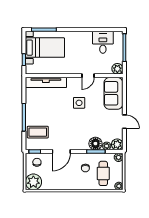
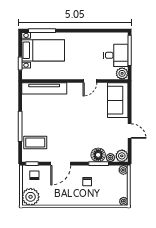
desk: (103, 42) -> (116, 55), moved, turned 90
side table: (79, 103) -> (80, 111), removed
cafe table: (103, 173) -> (107, 188), removed

